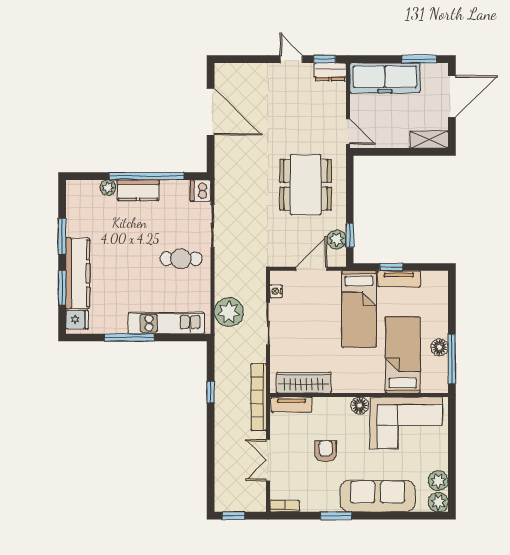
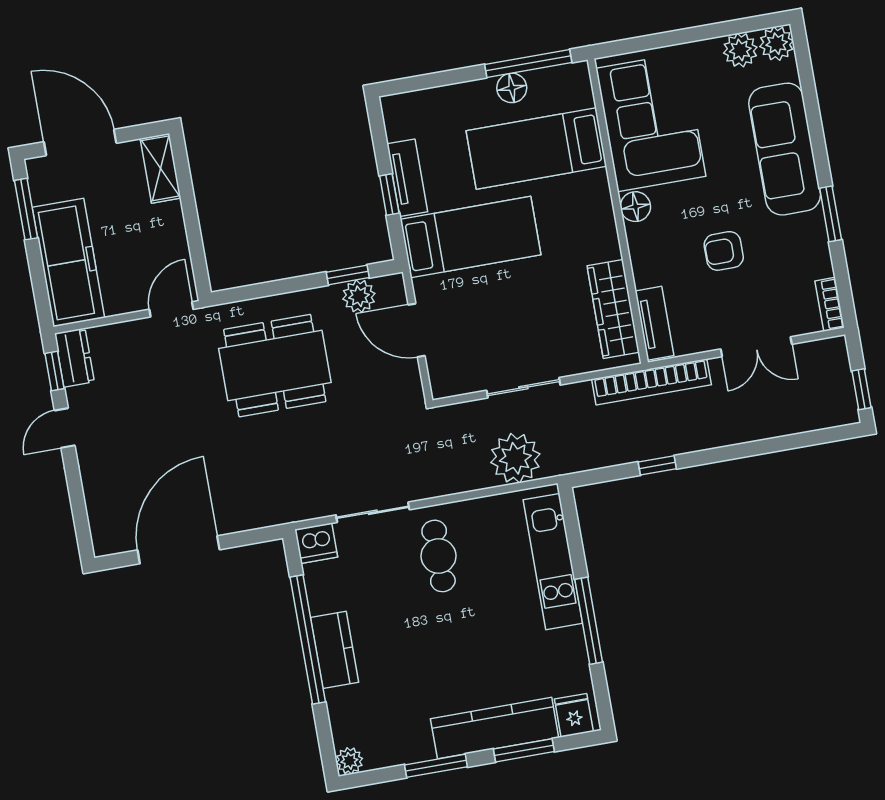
plant: (108, 188) -> (349, 761), moved
nightstand: (276, 291) -> (465, 384), removed

